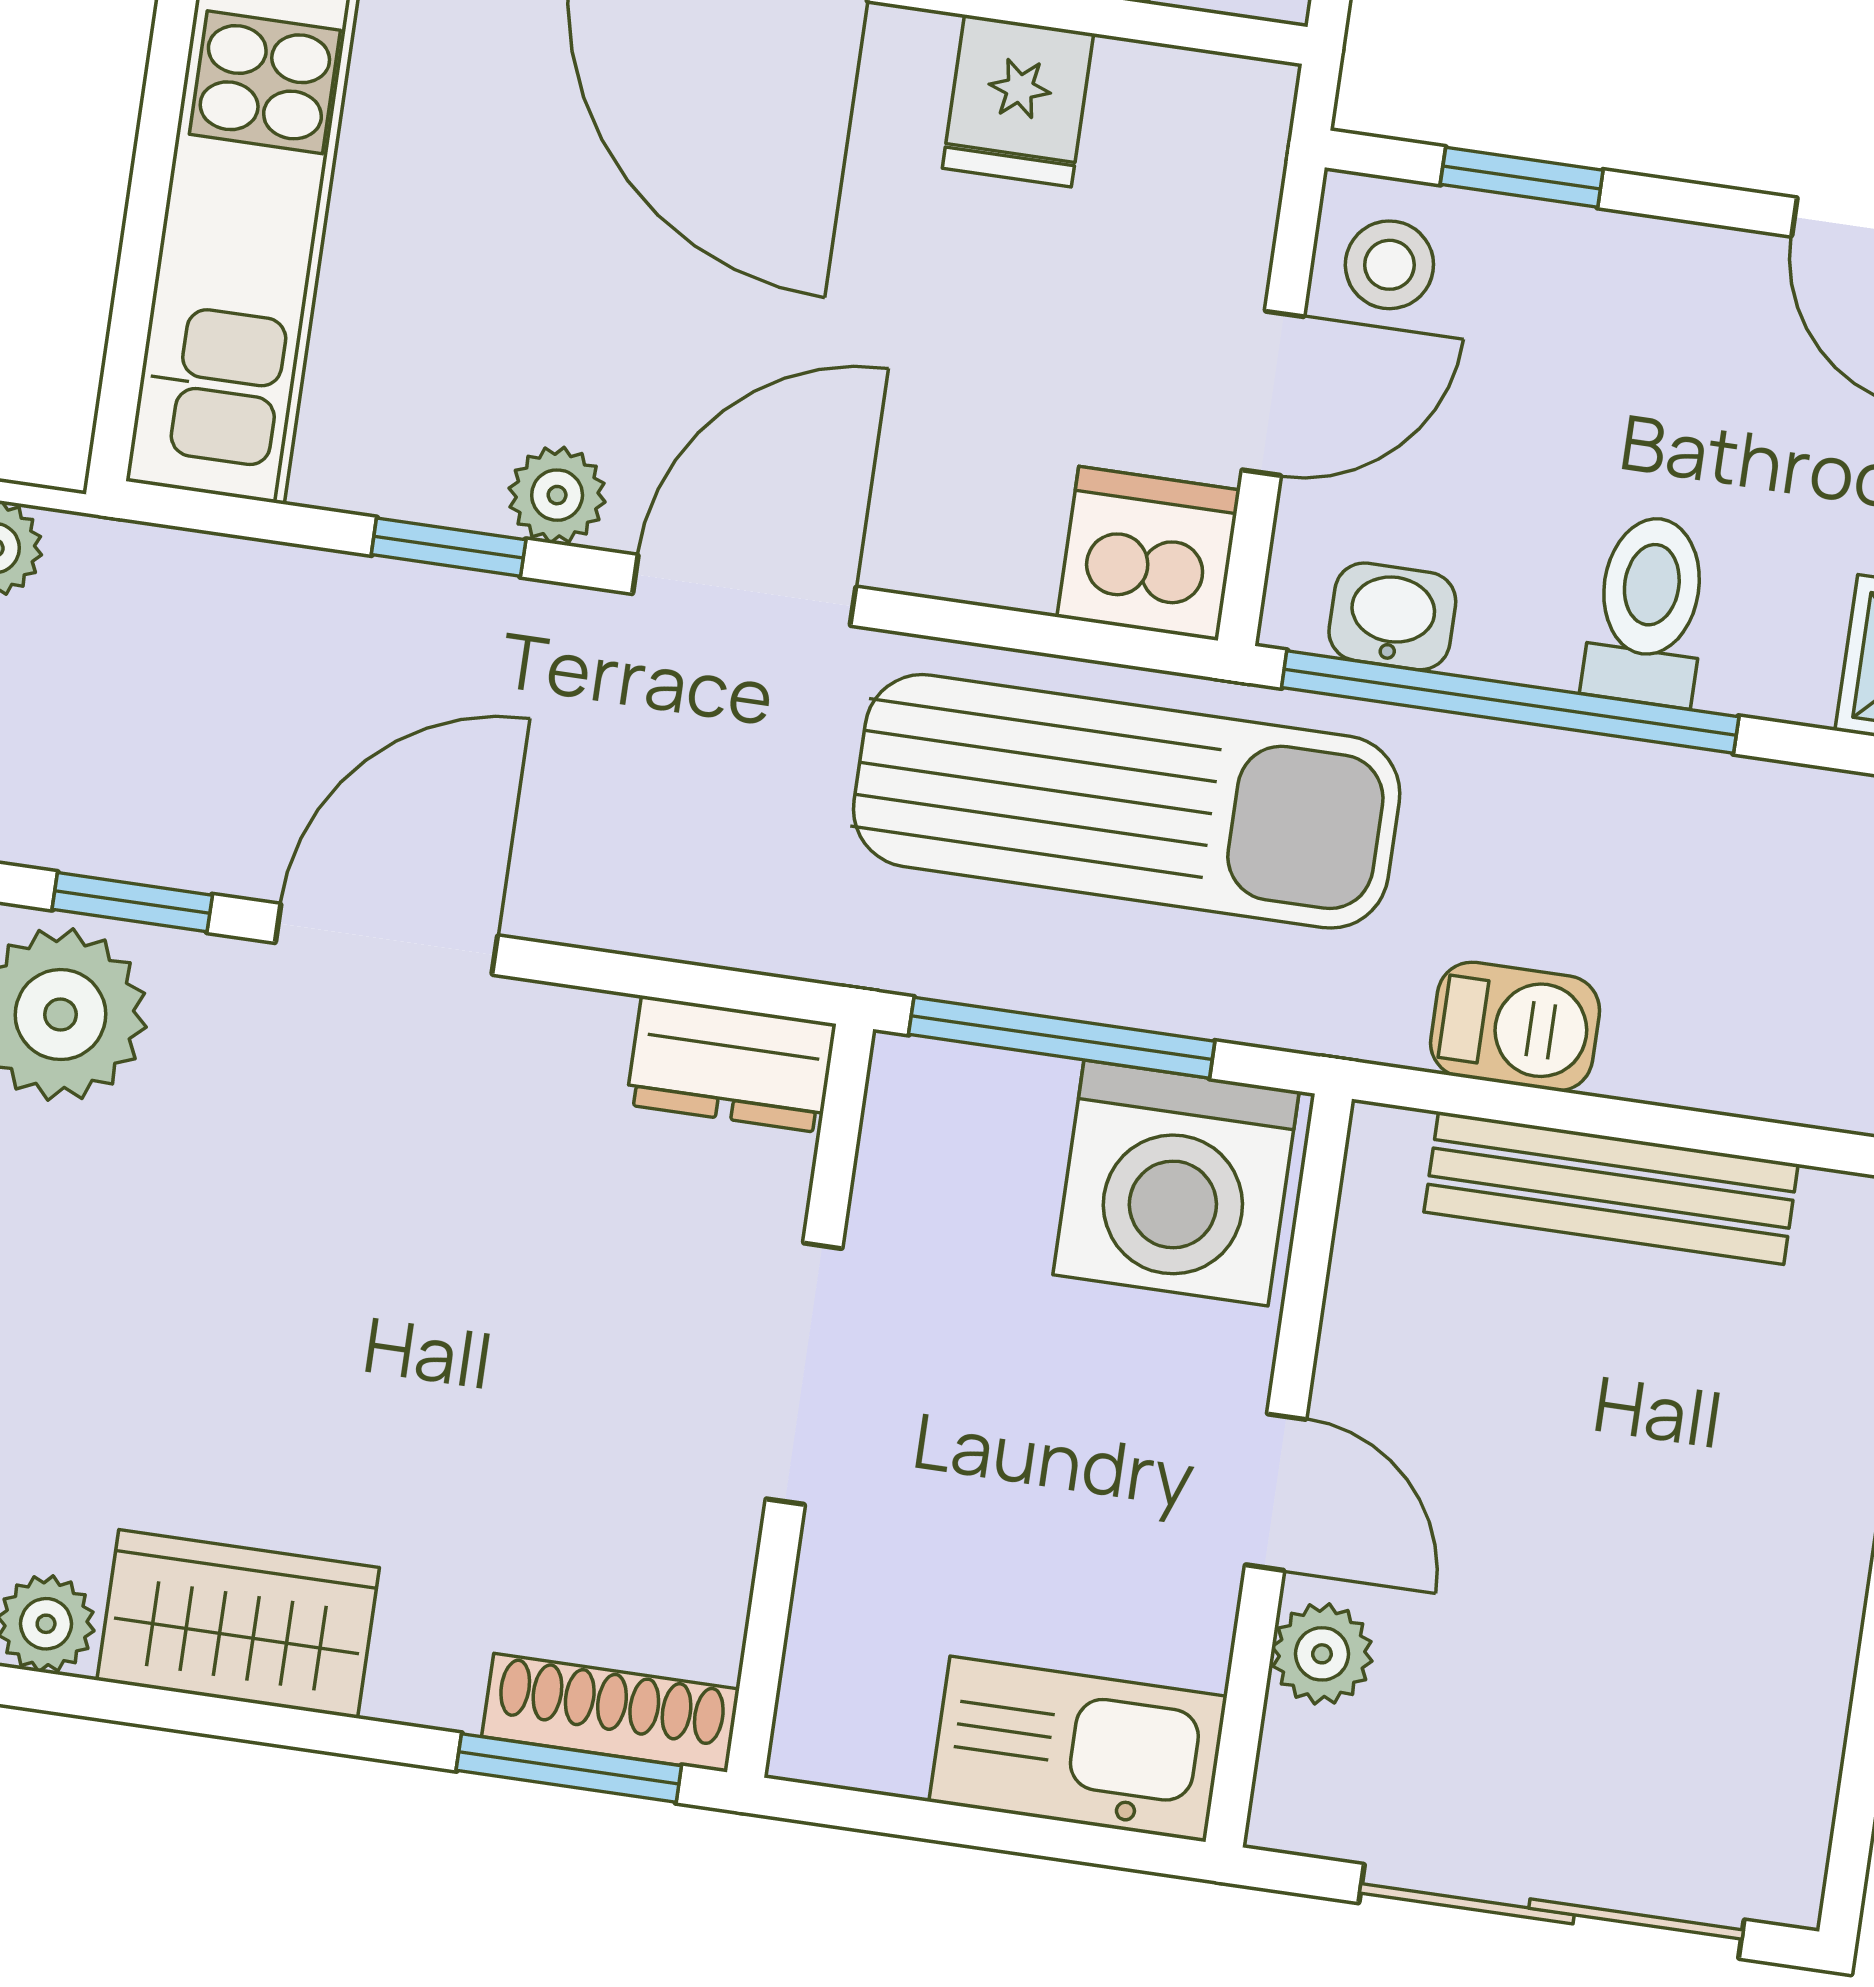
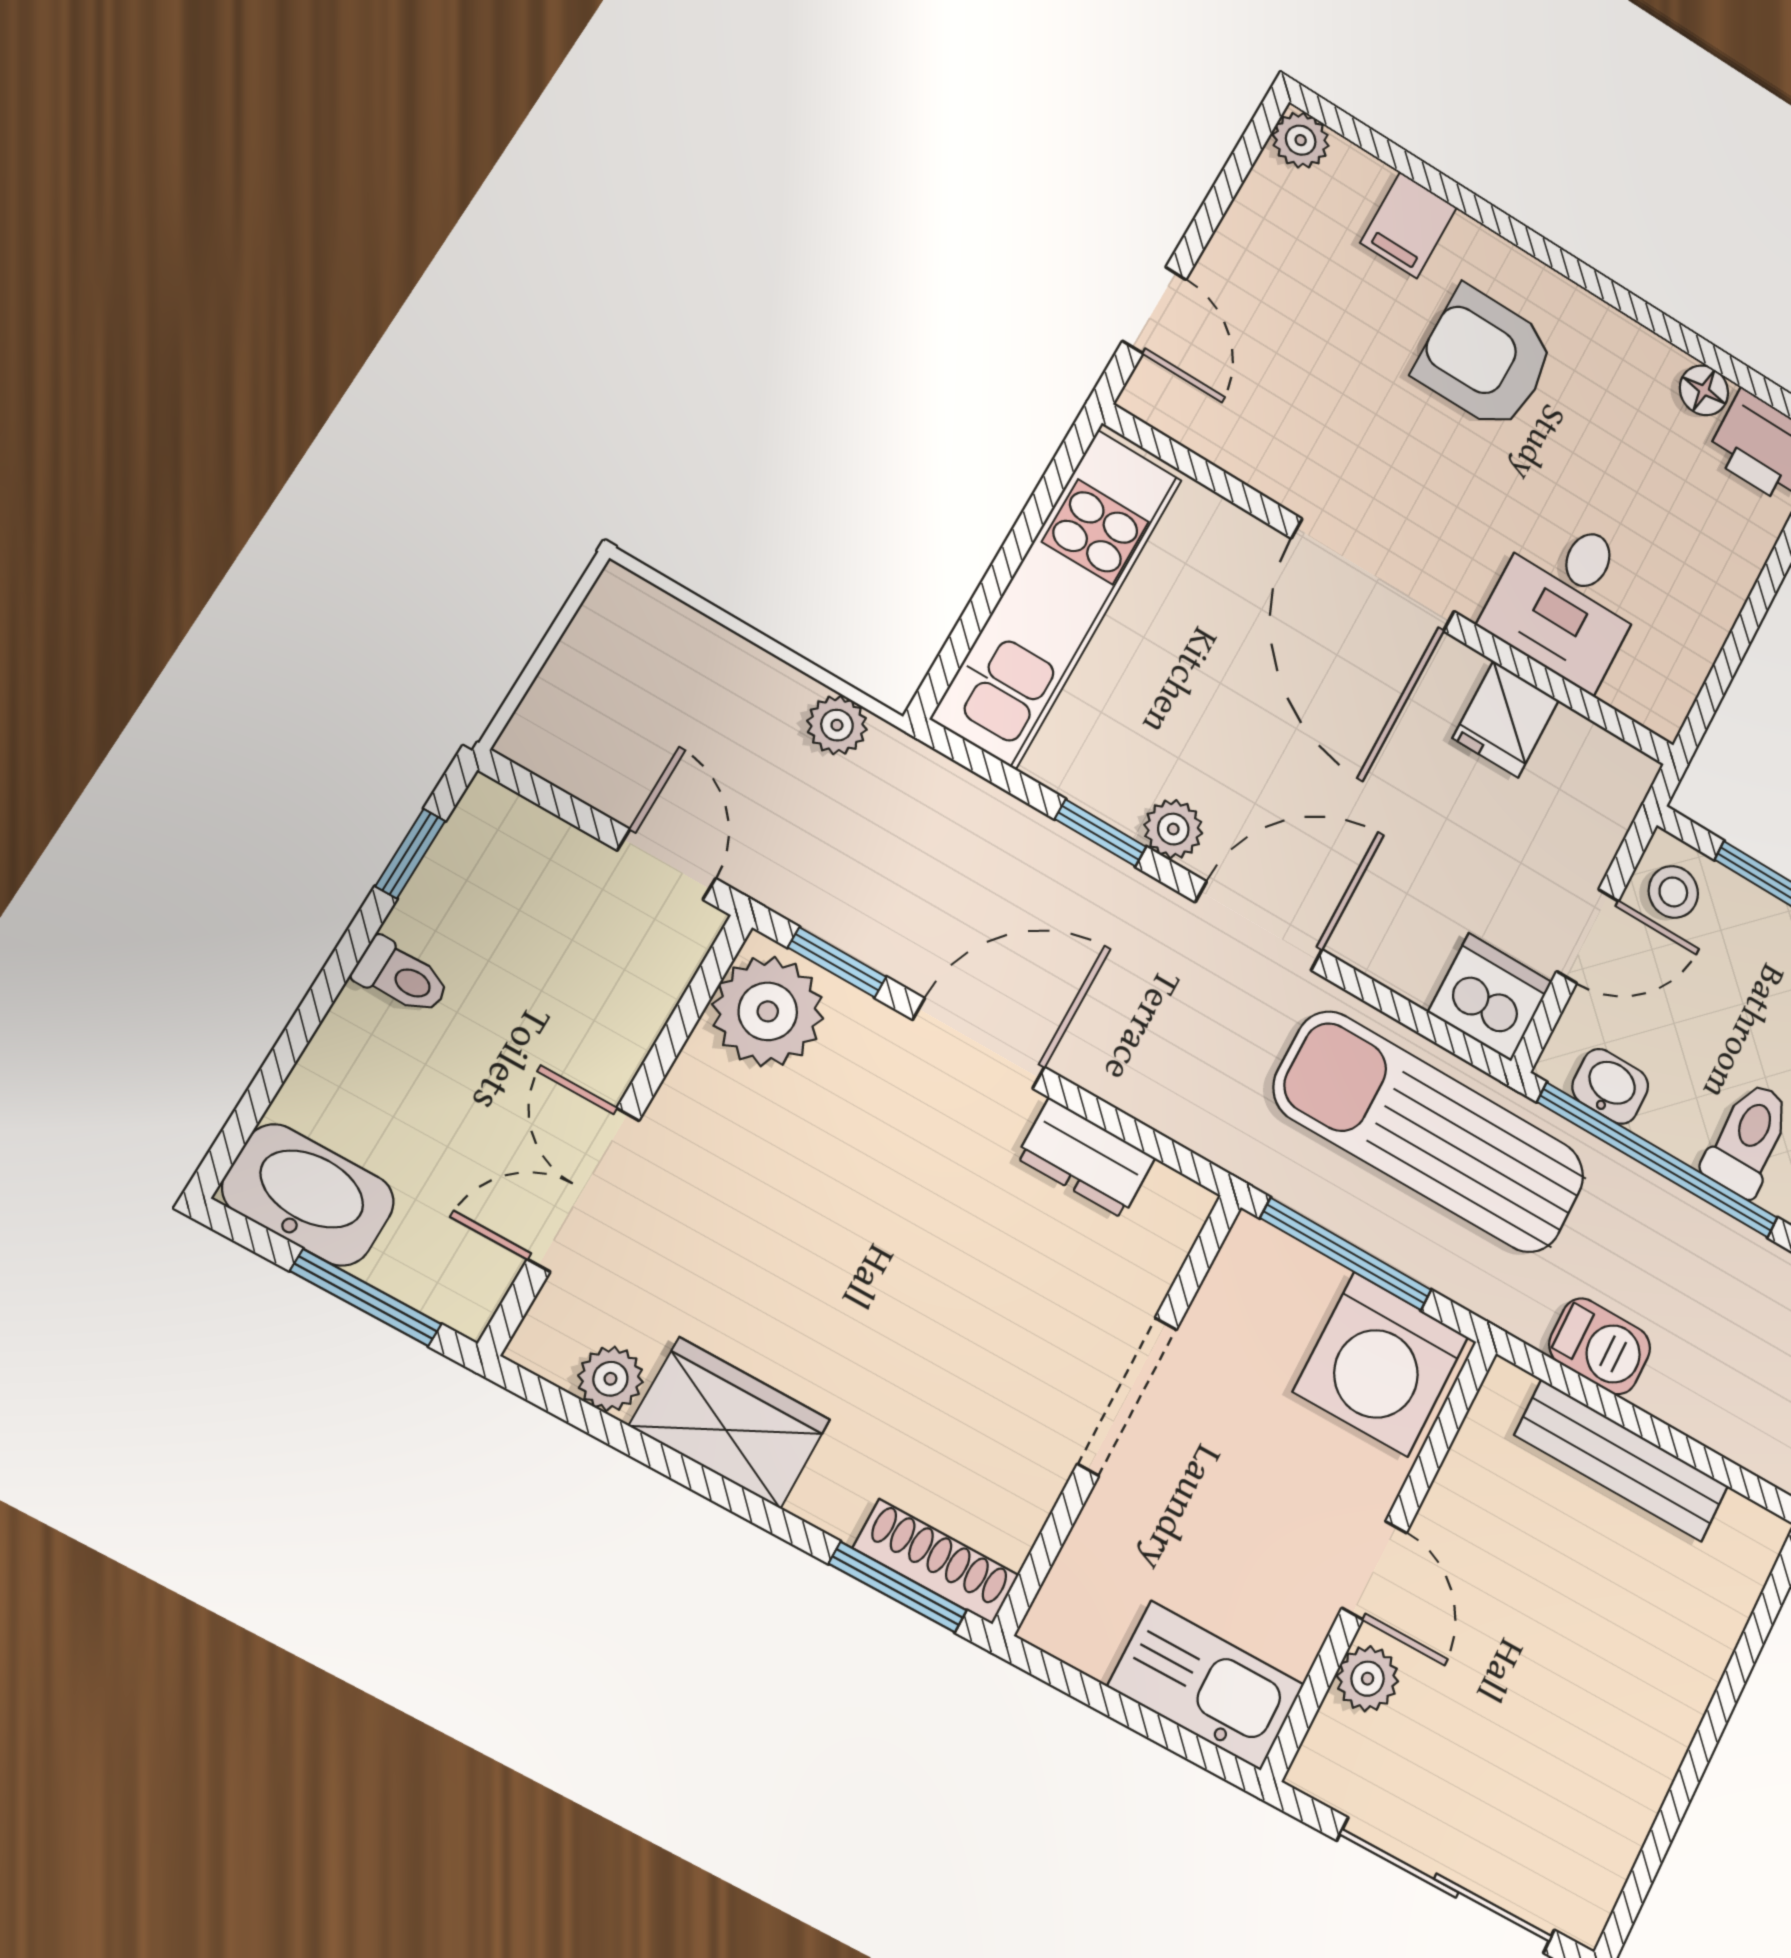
sun lounger: (1127, 801) -> (1430, 1132), turned 180
dresser: (731, 1064) -> (1086, 1158), moved

